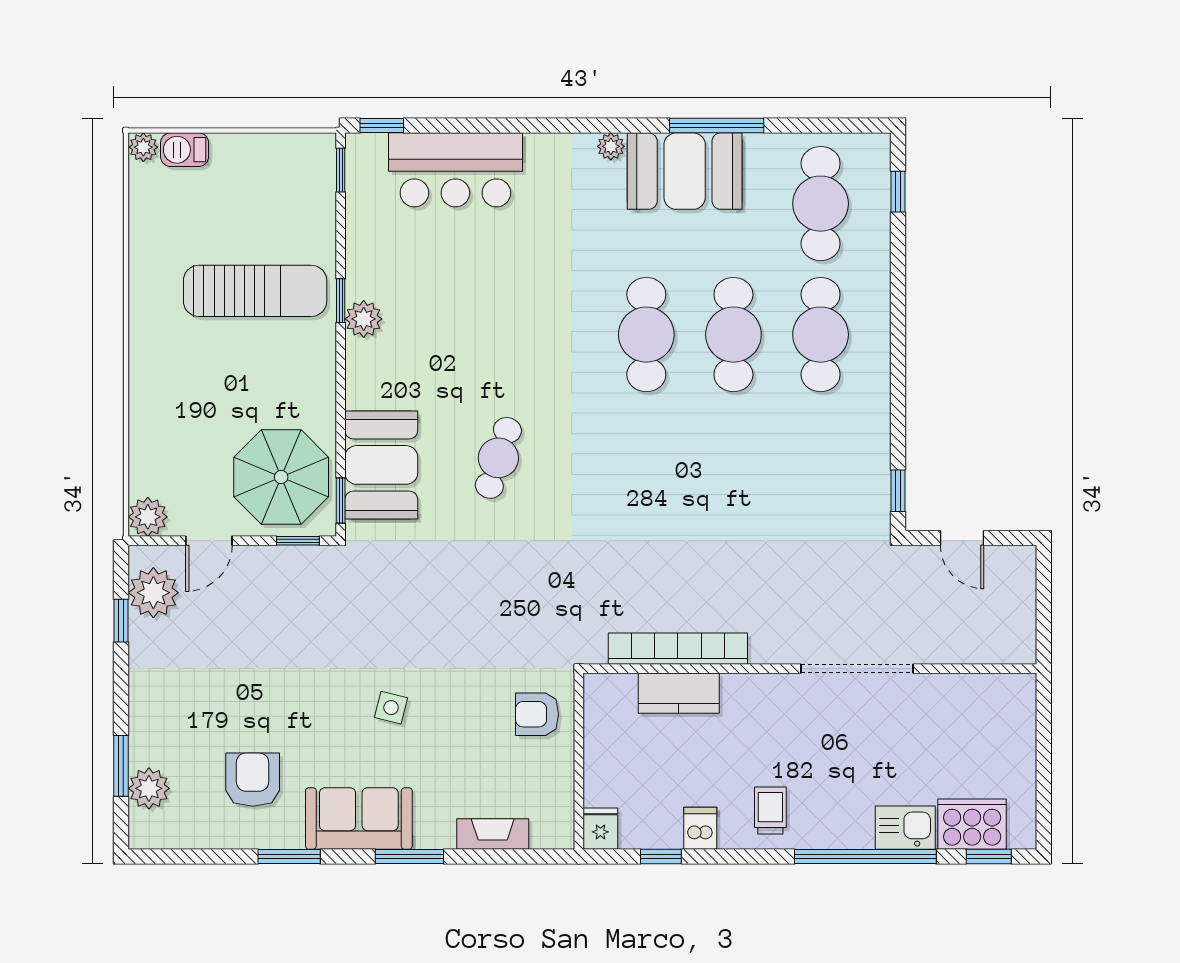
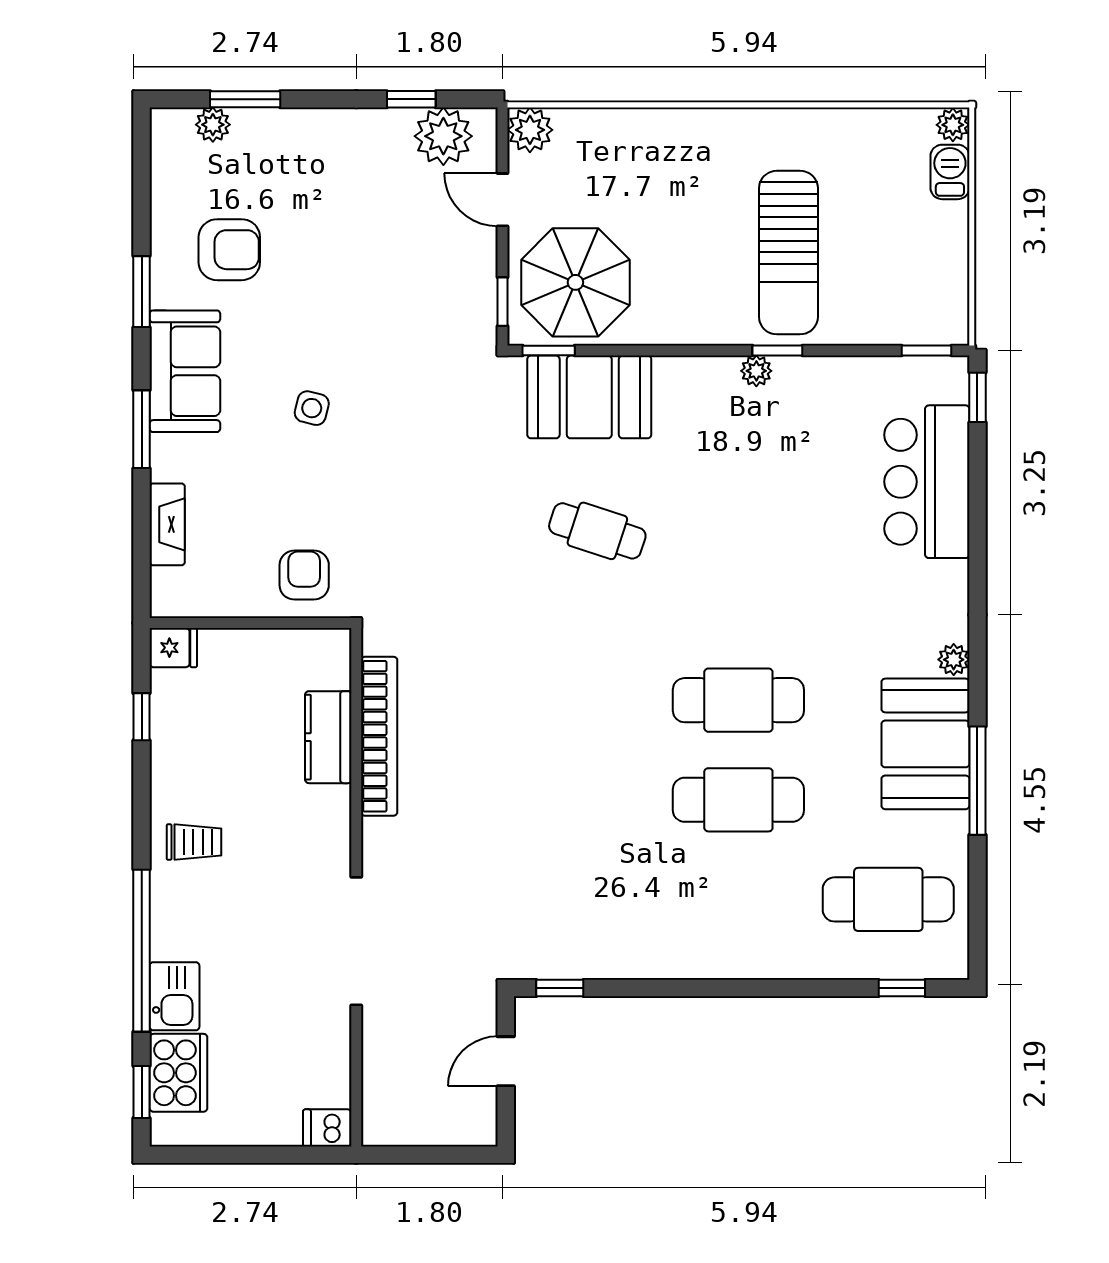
plant: (364, 319) -> (756, 371), width x0.73, depth x0.73
cafe table: (821, 335) -> (738, 899), removed
plant: (149, 788) -> (213, 125), width x0.73, depth x0.73
dishwasher: (700, 828) -> (327, 1128), moved, turned 180

